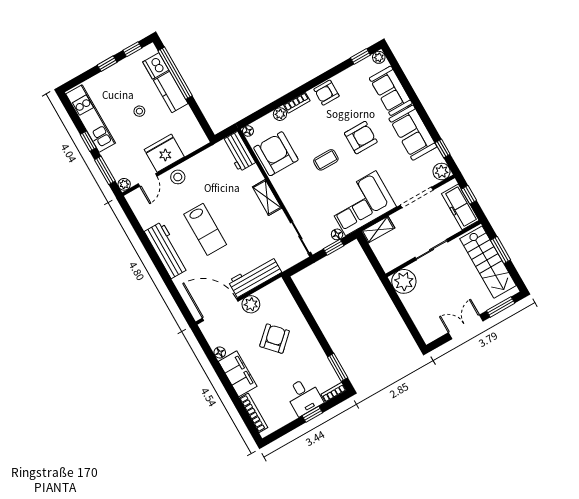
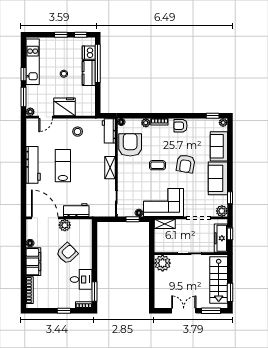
armchair: (361, 138) -> (186, 164), turned 99
stool: (178, 177) -> (78, 132), moved
lab bench: (205, 229) -> (63, 166), turned 180
window: (500, 250) -> (230, 292), moved
workbench: (255, 277) -> (76, 210), width x0.73
desk: (304, 396) -> (81, 279), moved, turned -90

